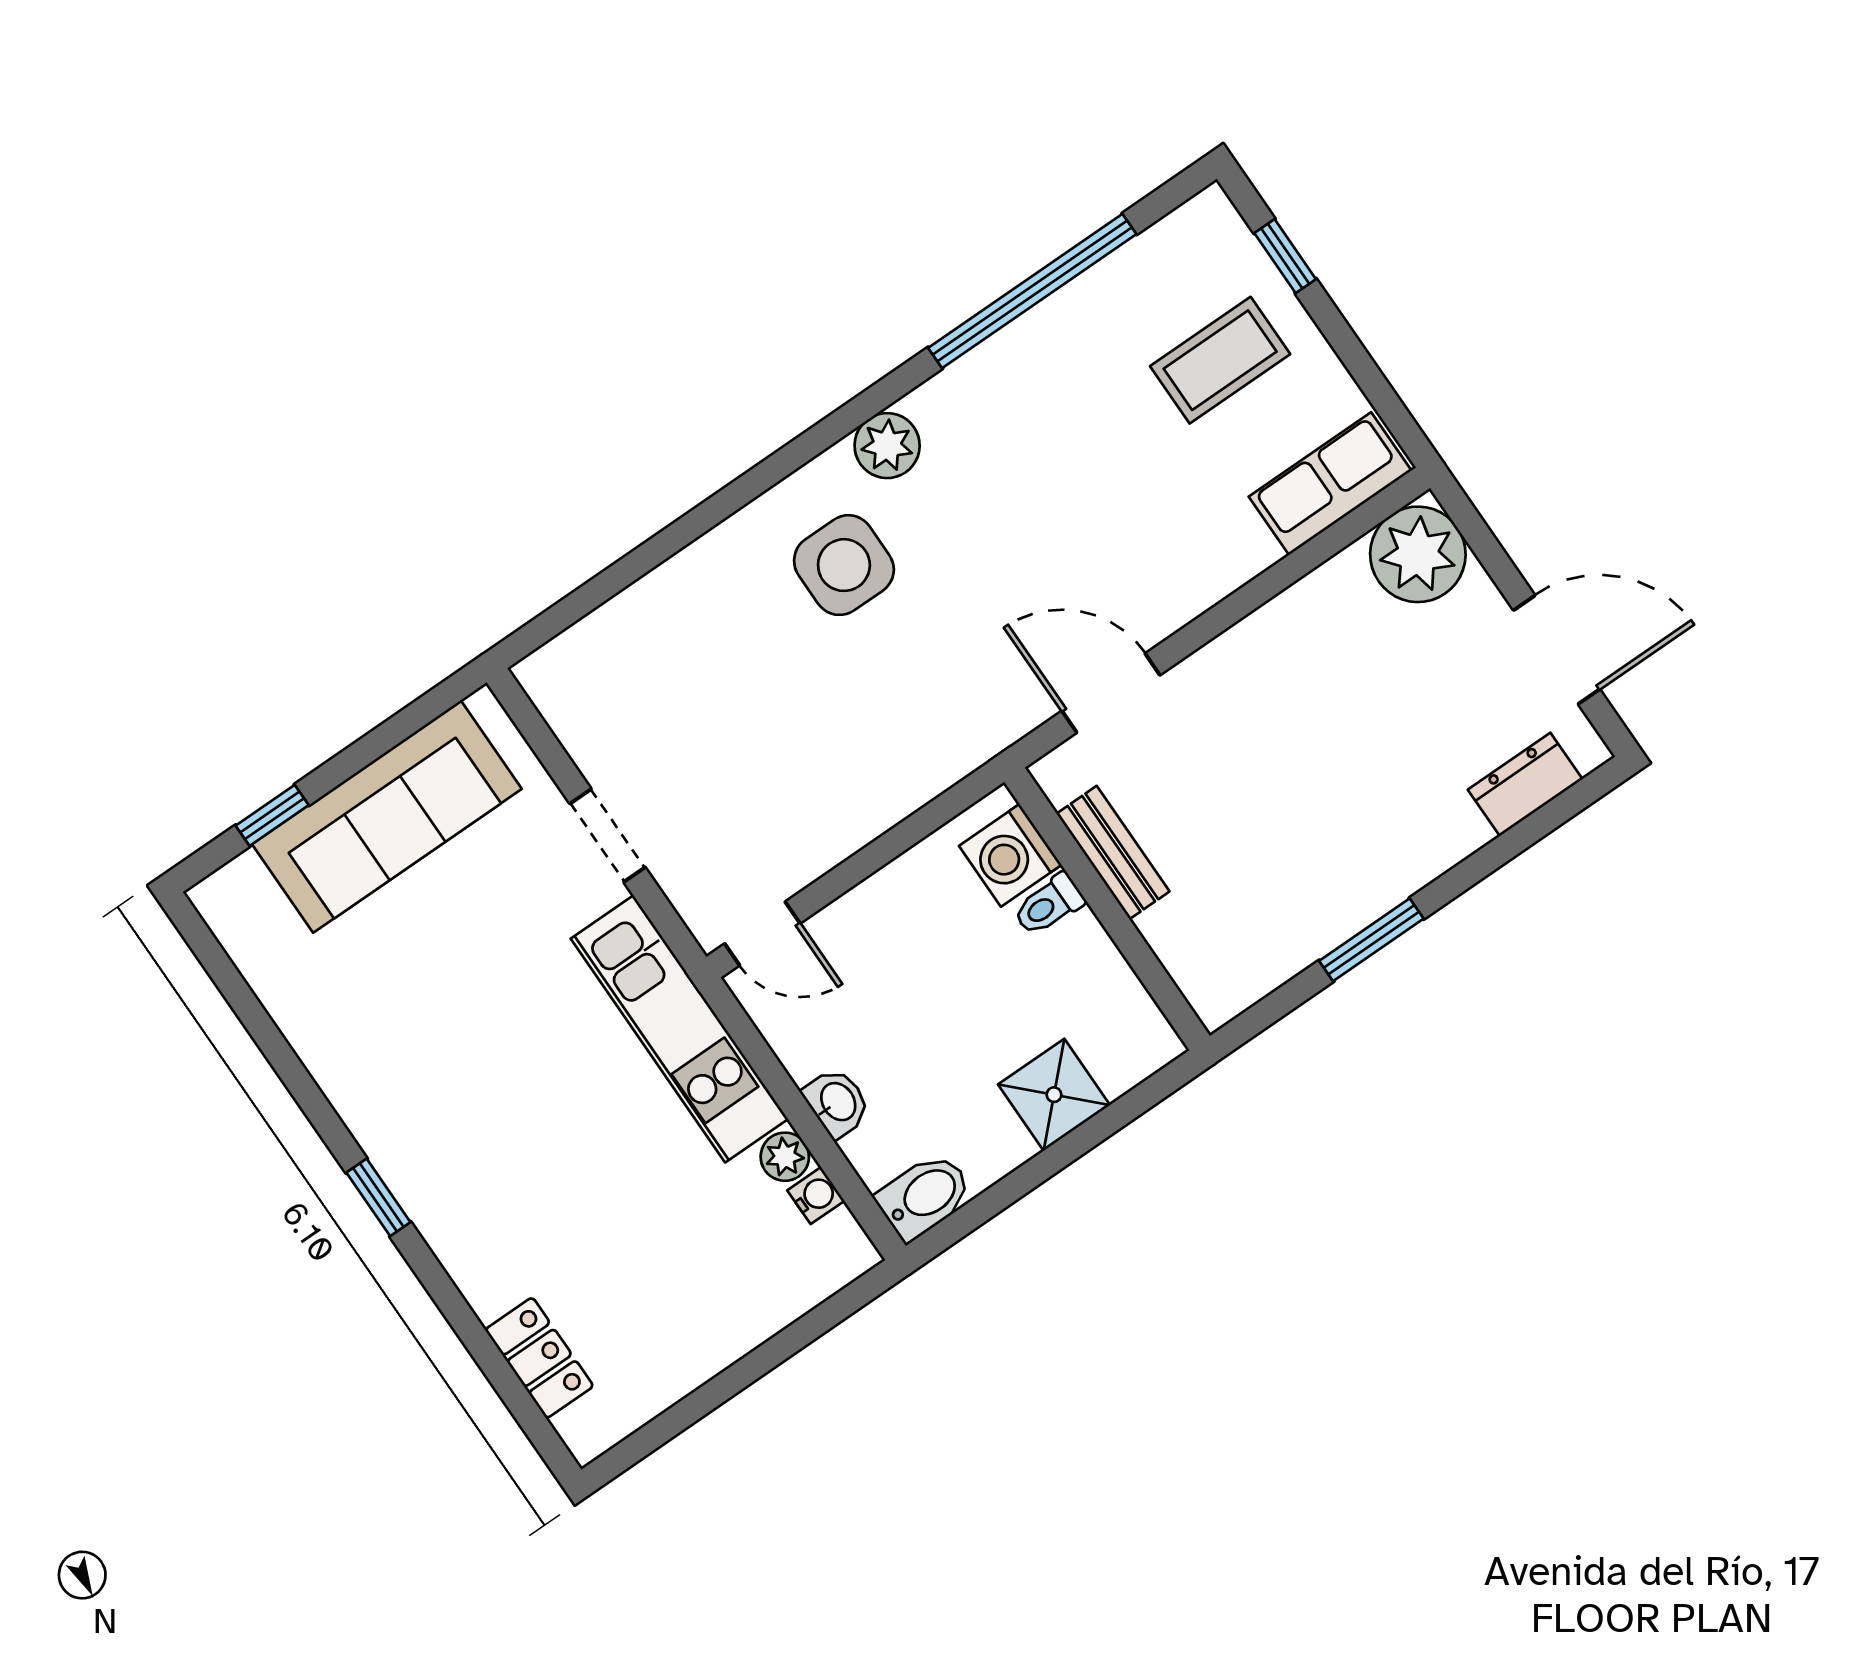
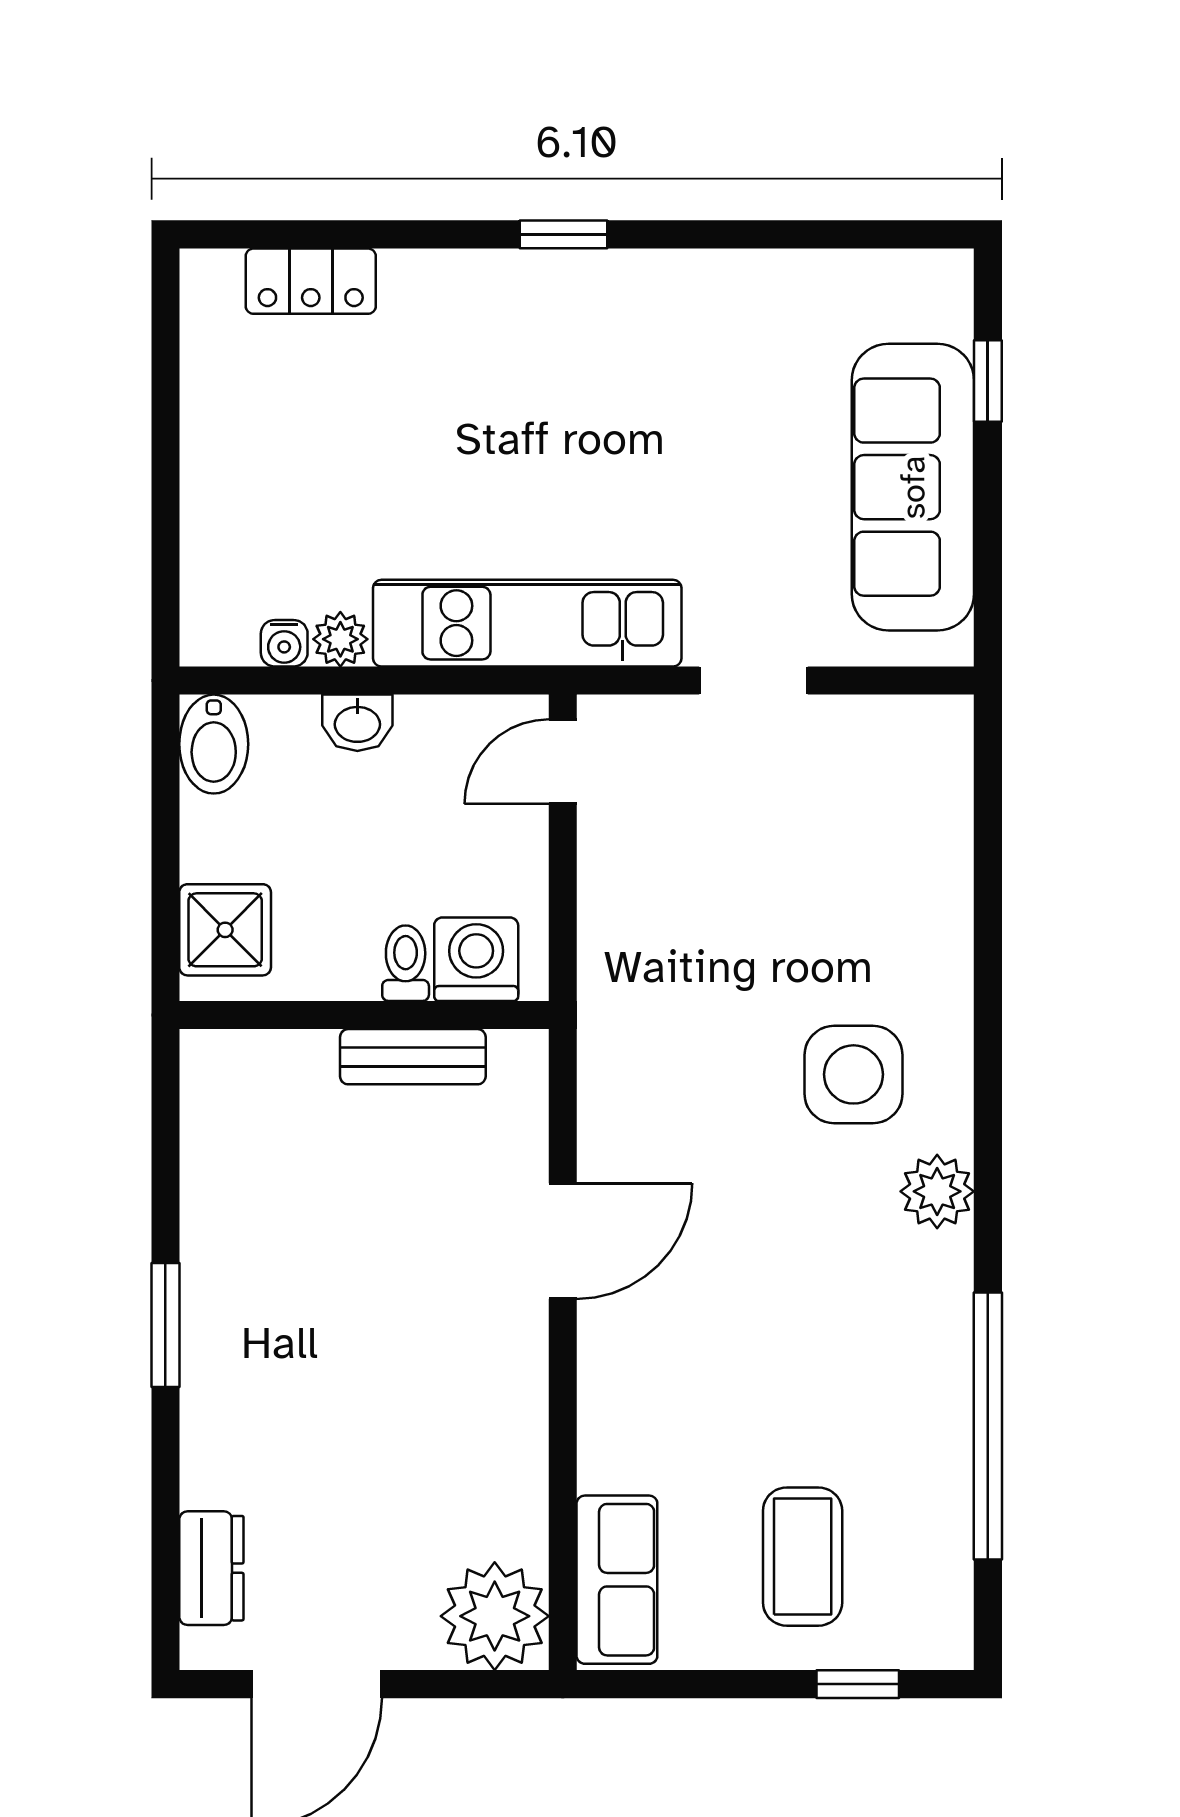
bench: (1113, 853) -> (413, 1057), moved
washing machine: (1010, 855) -> (476, 959), moved
toilet: (1049, 905) -> (406, 963), moved
wall: (1107, 909) -> (364, 1015), moved

